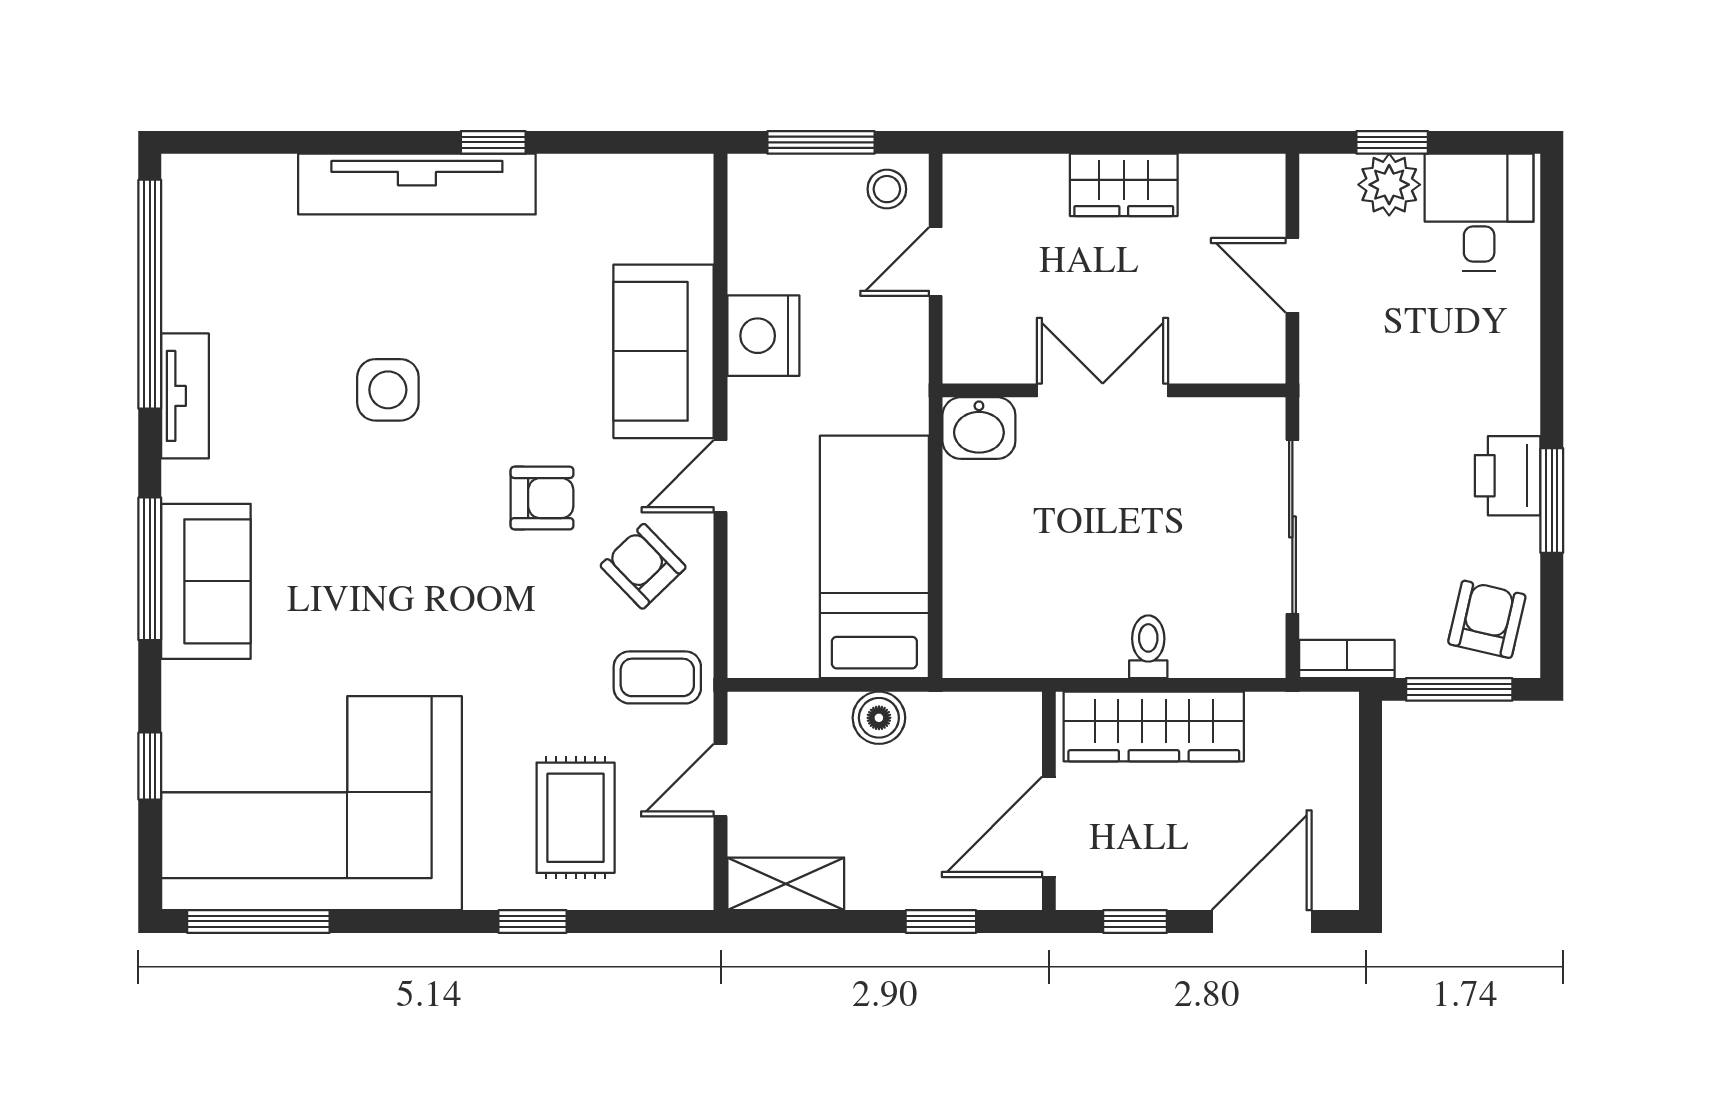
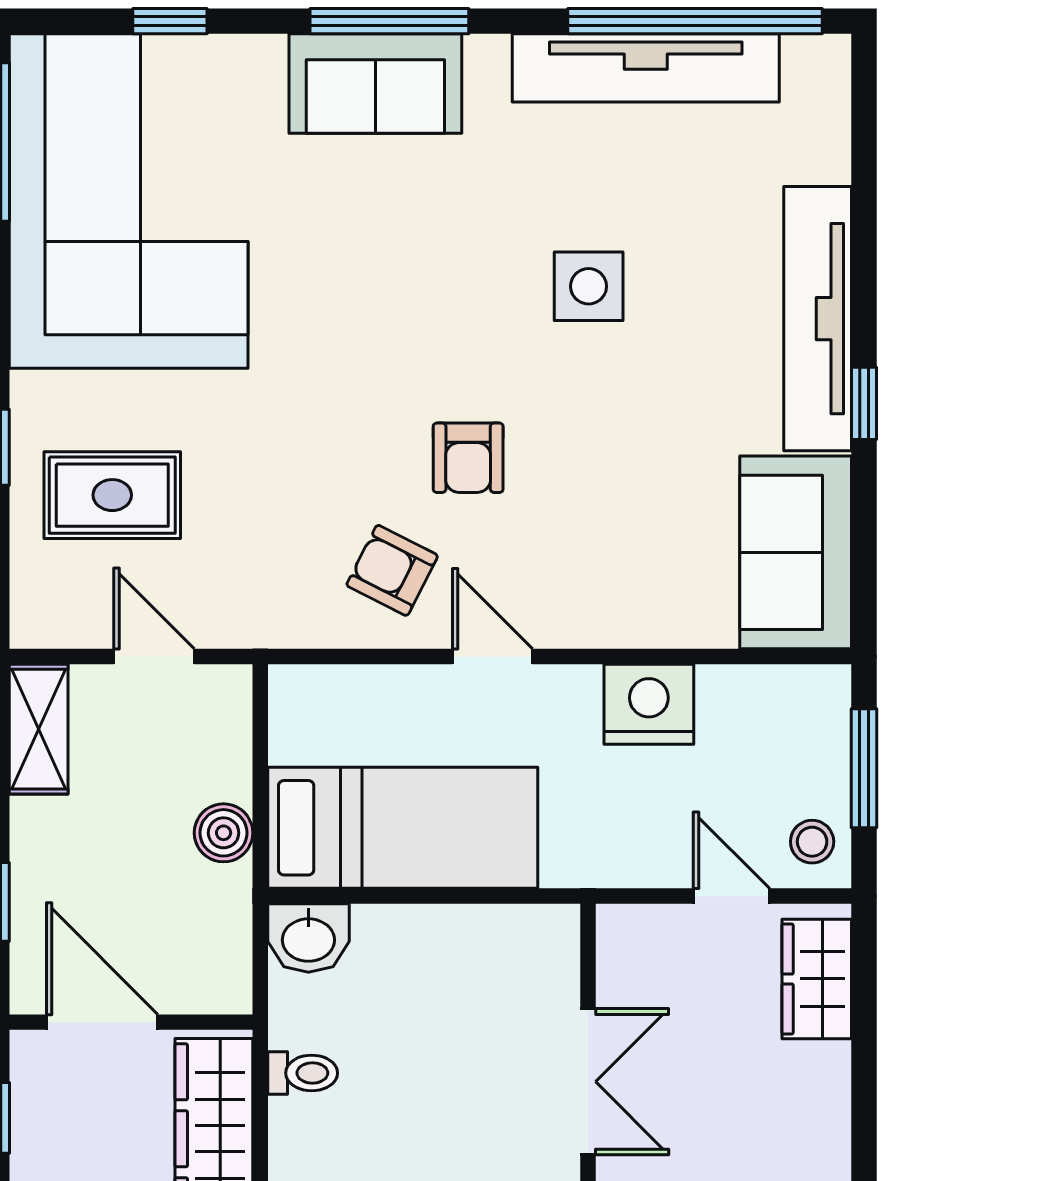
wardrobe: (1124, 185) -> (817, 979), moved
sofa: (664, 351) -> (796, 552), moved, turned -90
tv unit: (185, 396) -> (646, 68), width x1.92, depth x1.29
washbasin: (979, 428) -> (308, 938), moved, turned -90
armchair: (643, 566) -> (392, 570), turned -109
toilet: (1148, 647) -> (303, 1073), moved
coffee table: (657, 677) -> (268, 586), removed

